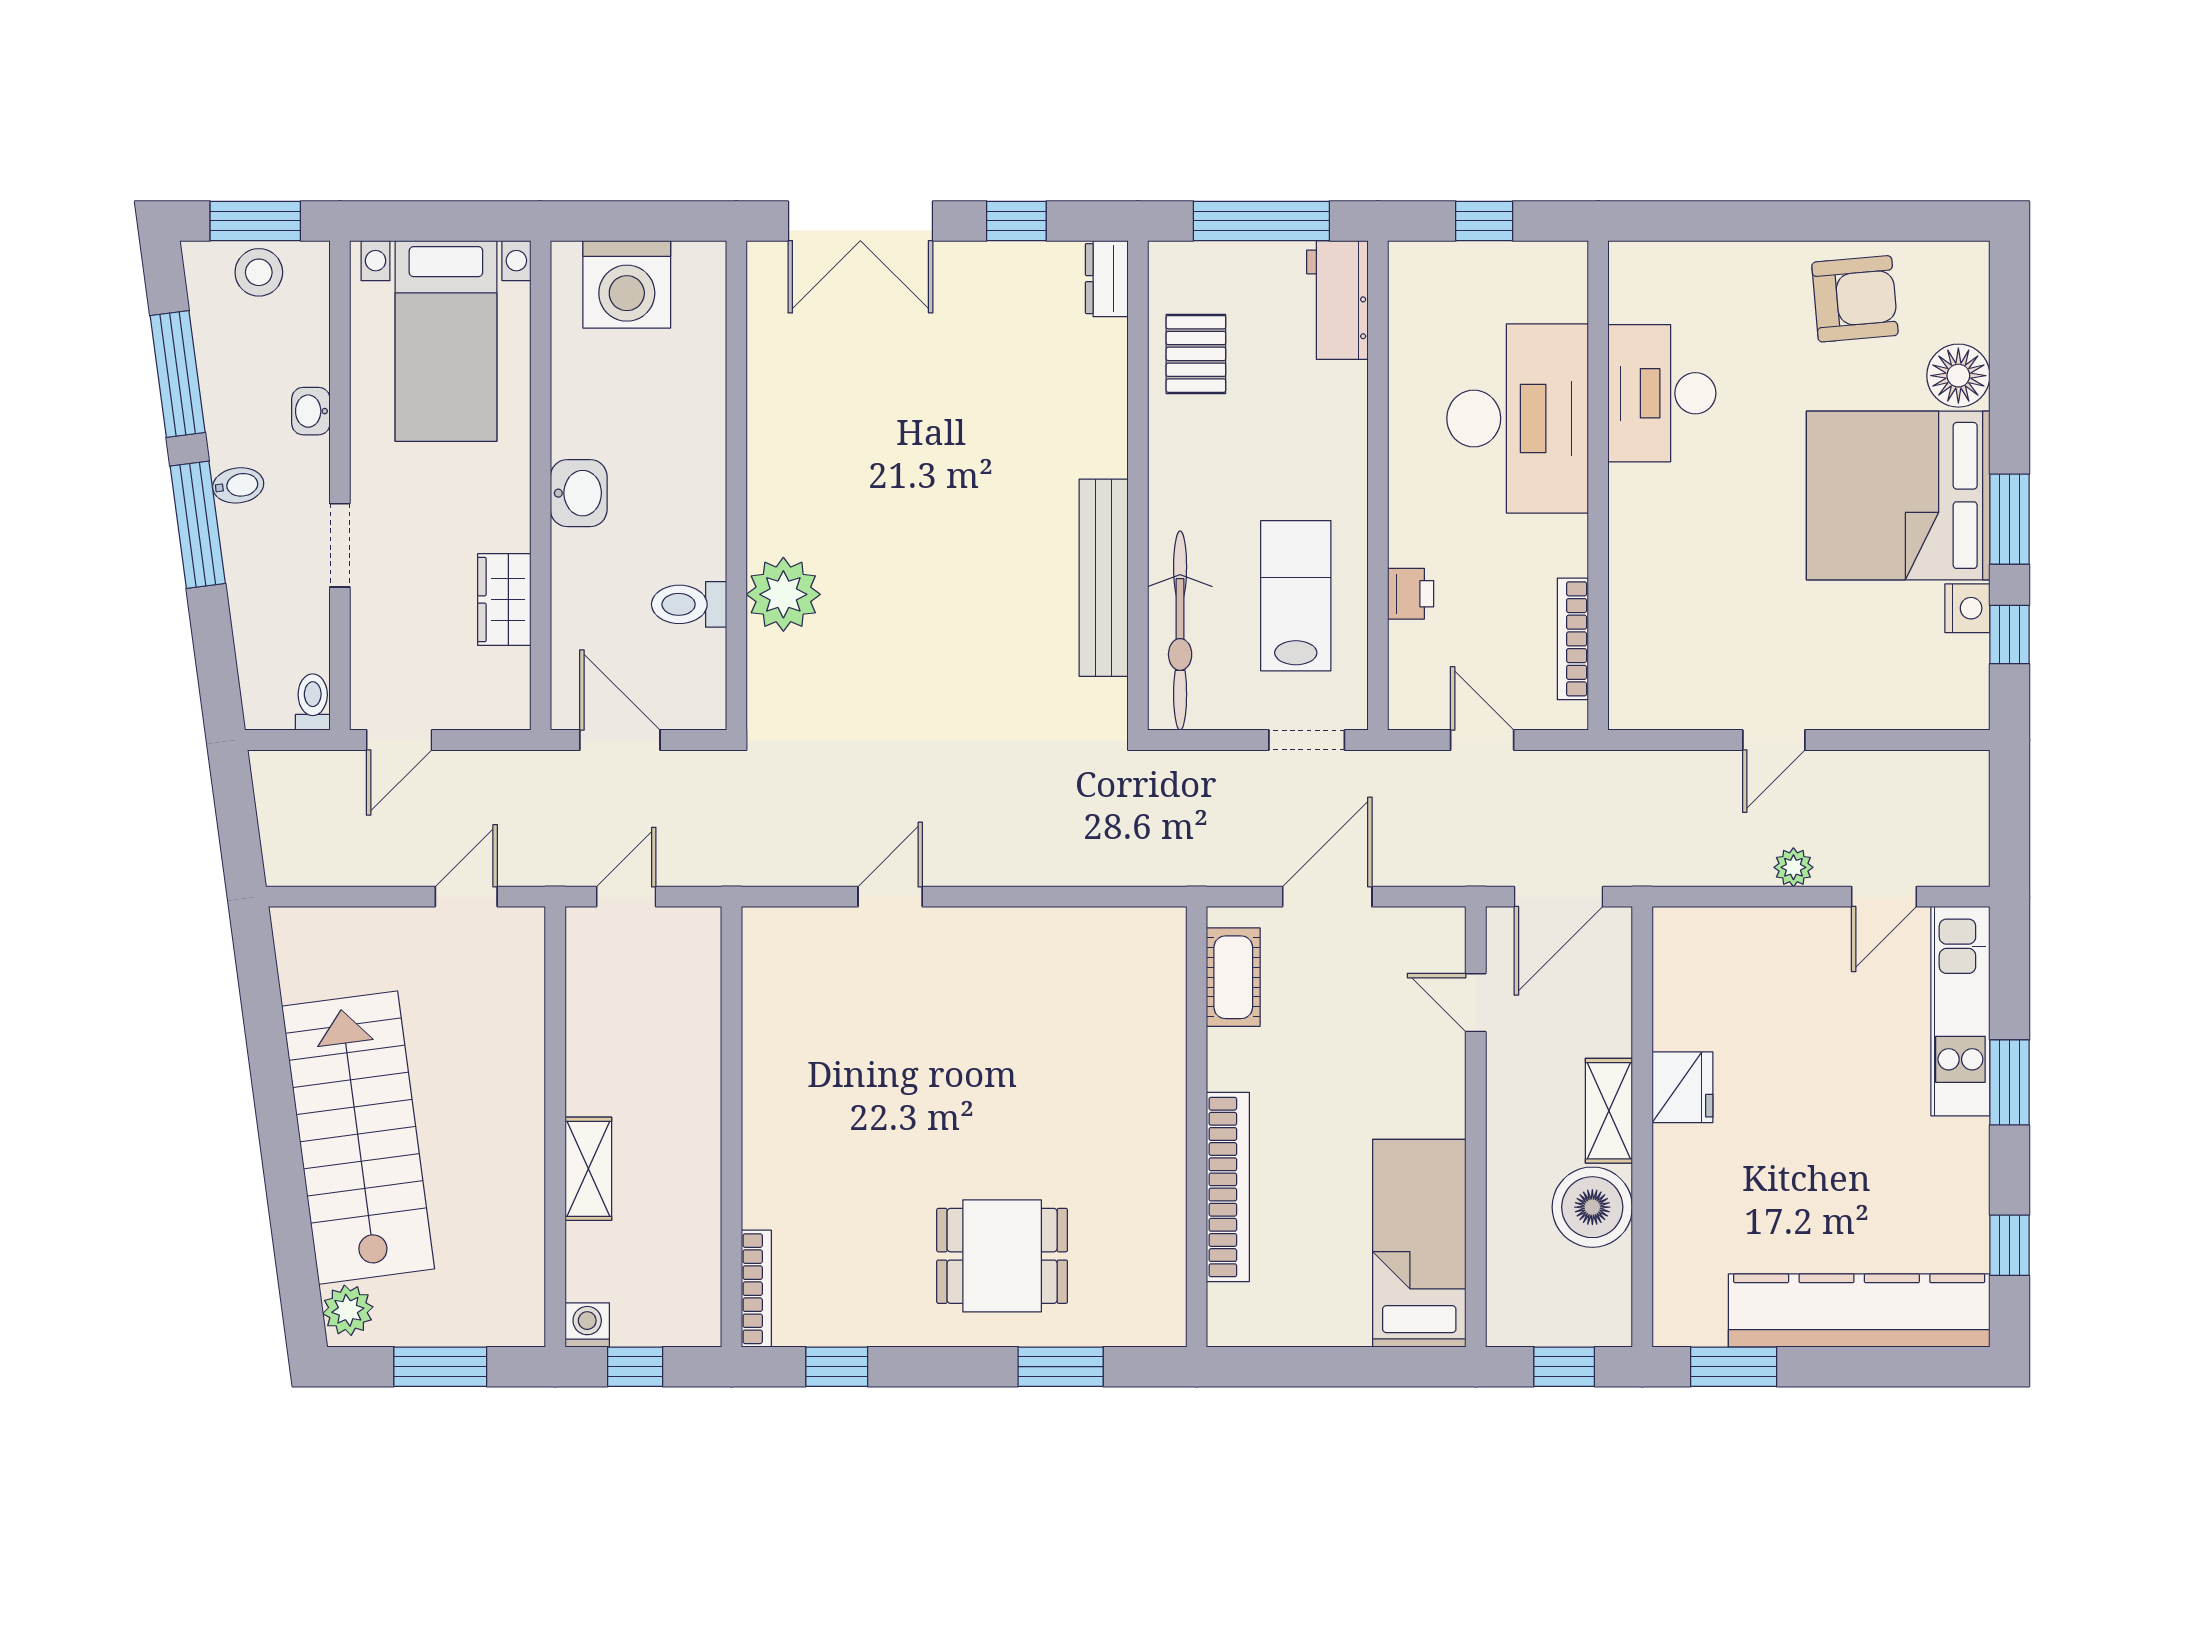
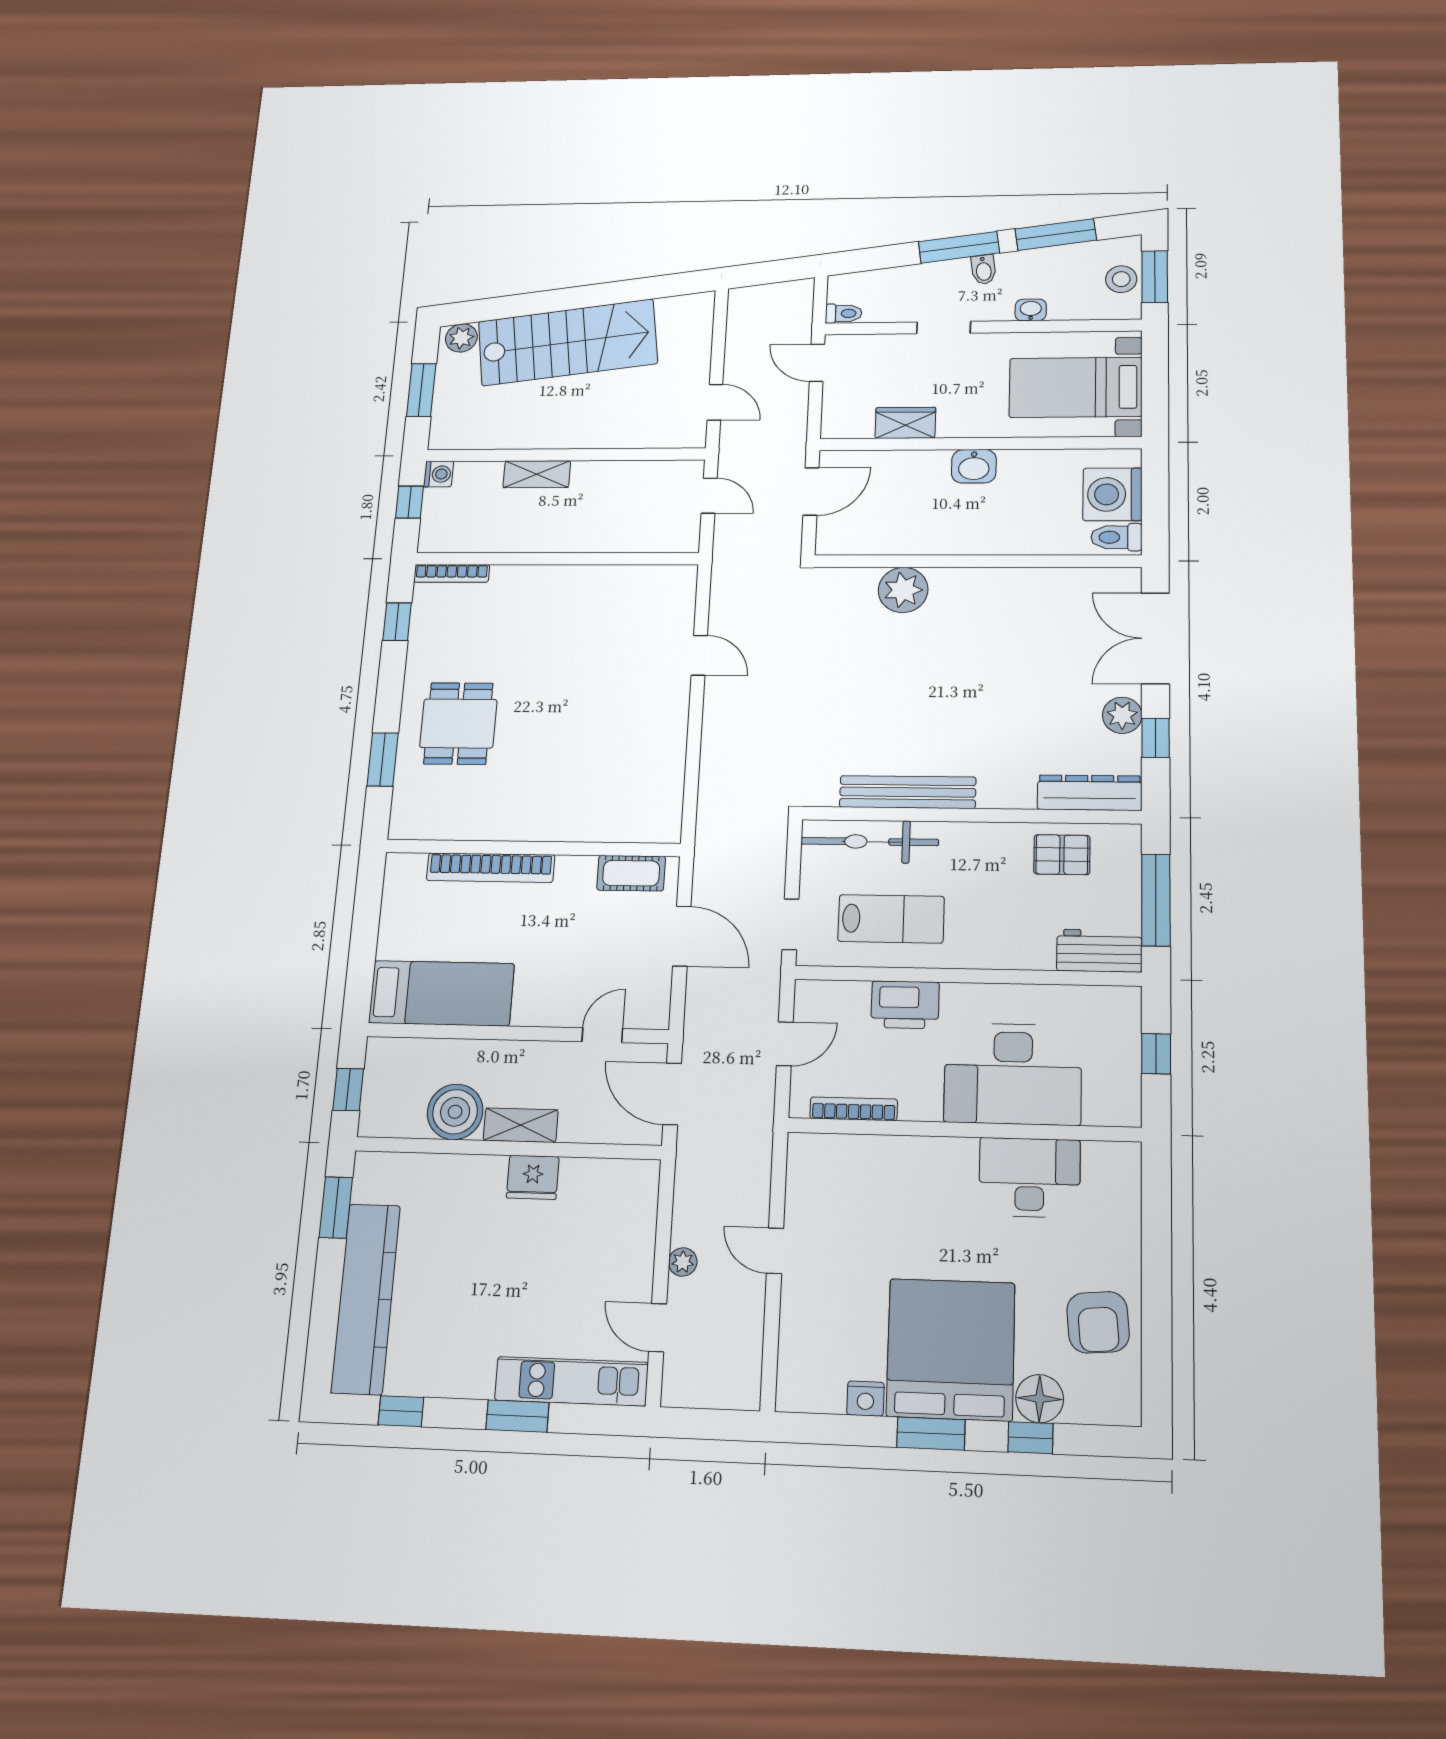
plant: (982, 269) -> (1122, 715), added
dresser: (1107, 279) -> (1090, 793), width x1.96, depth x1.24
printer: (1411, 594) -> (905, 1005), width x1.87, depth x1.48
toilet: (689, 604) -> (1116, 537), moved, turned -90
window: (2009, 634) -> (1030, 1438), moved

